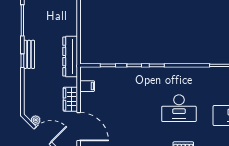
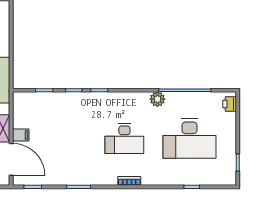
plant: (208, 73) -> (157, 99), added
filing cabinet: (87, 86) -> (21, 135), moved

